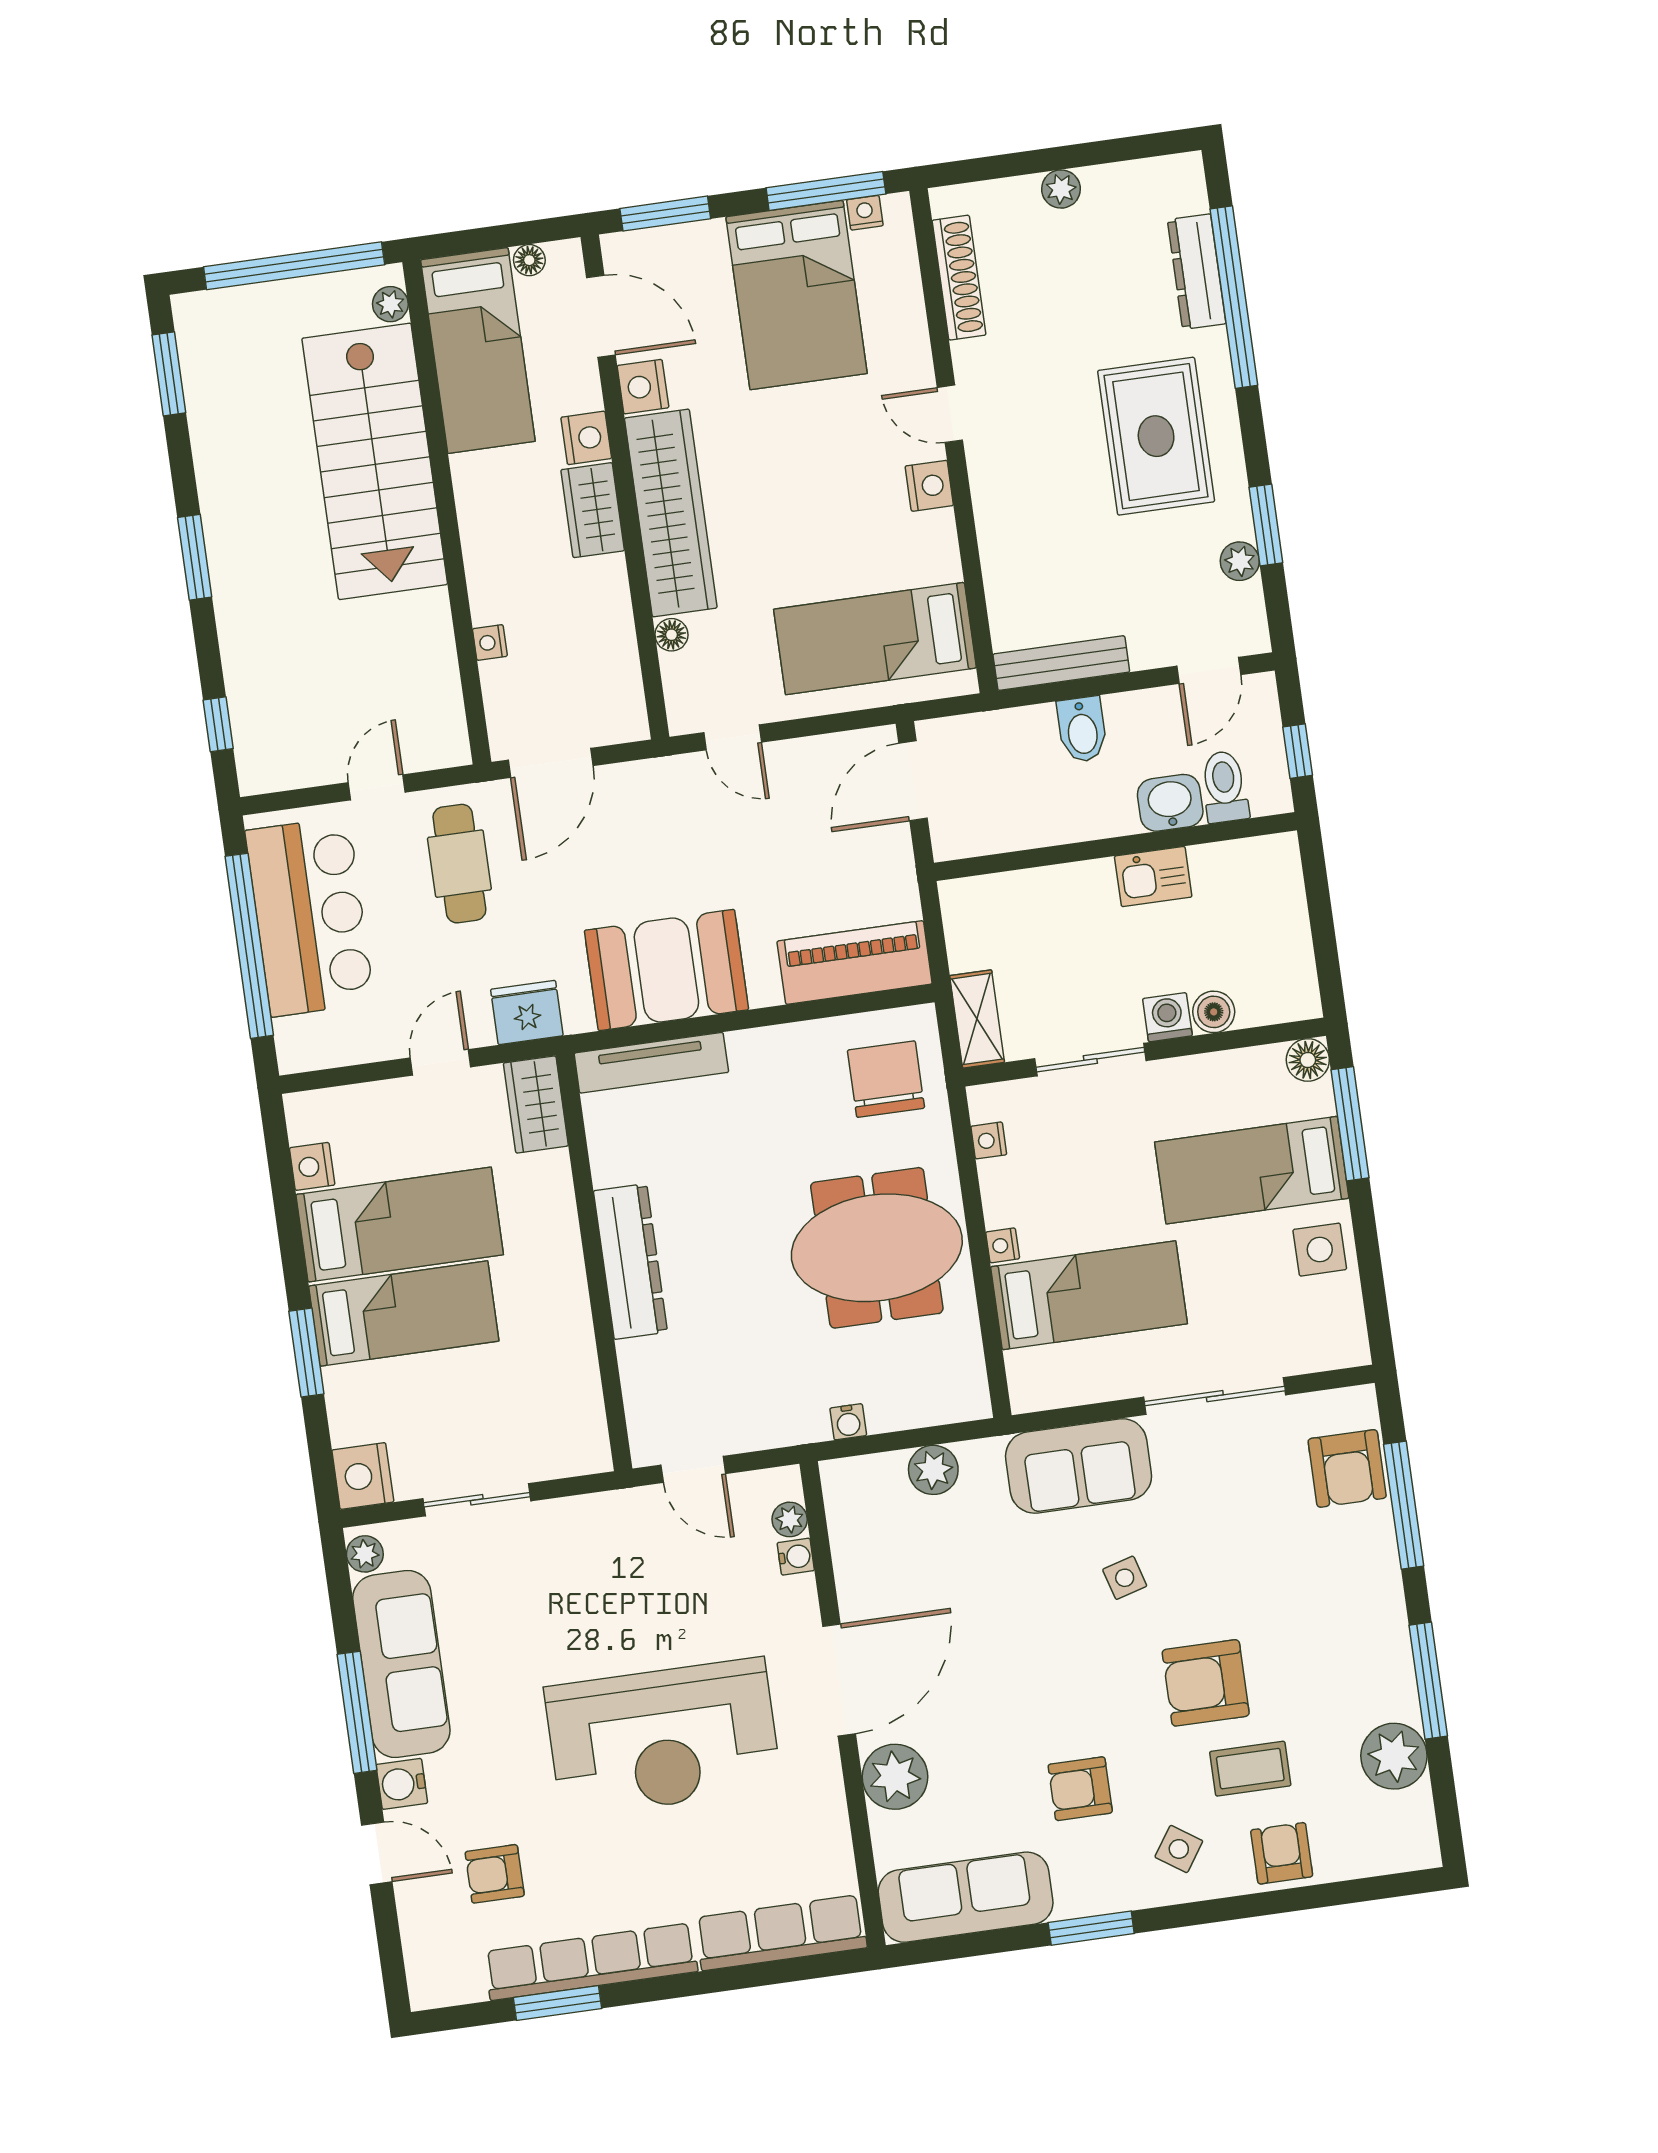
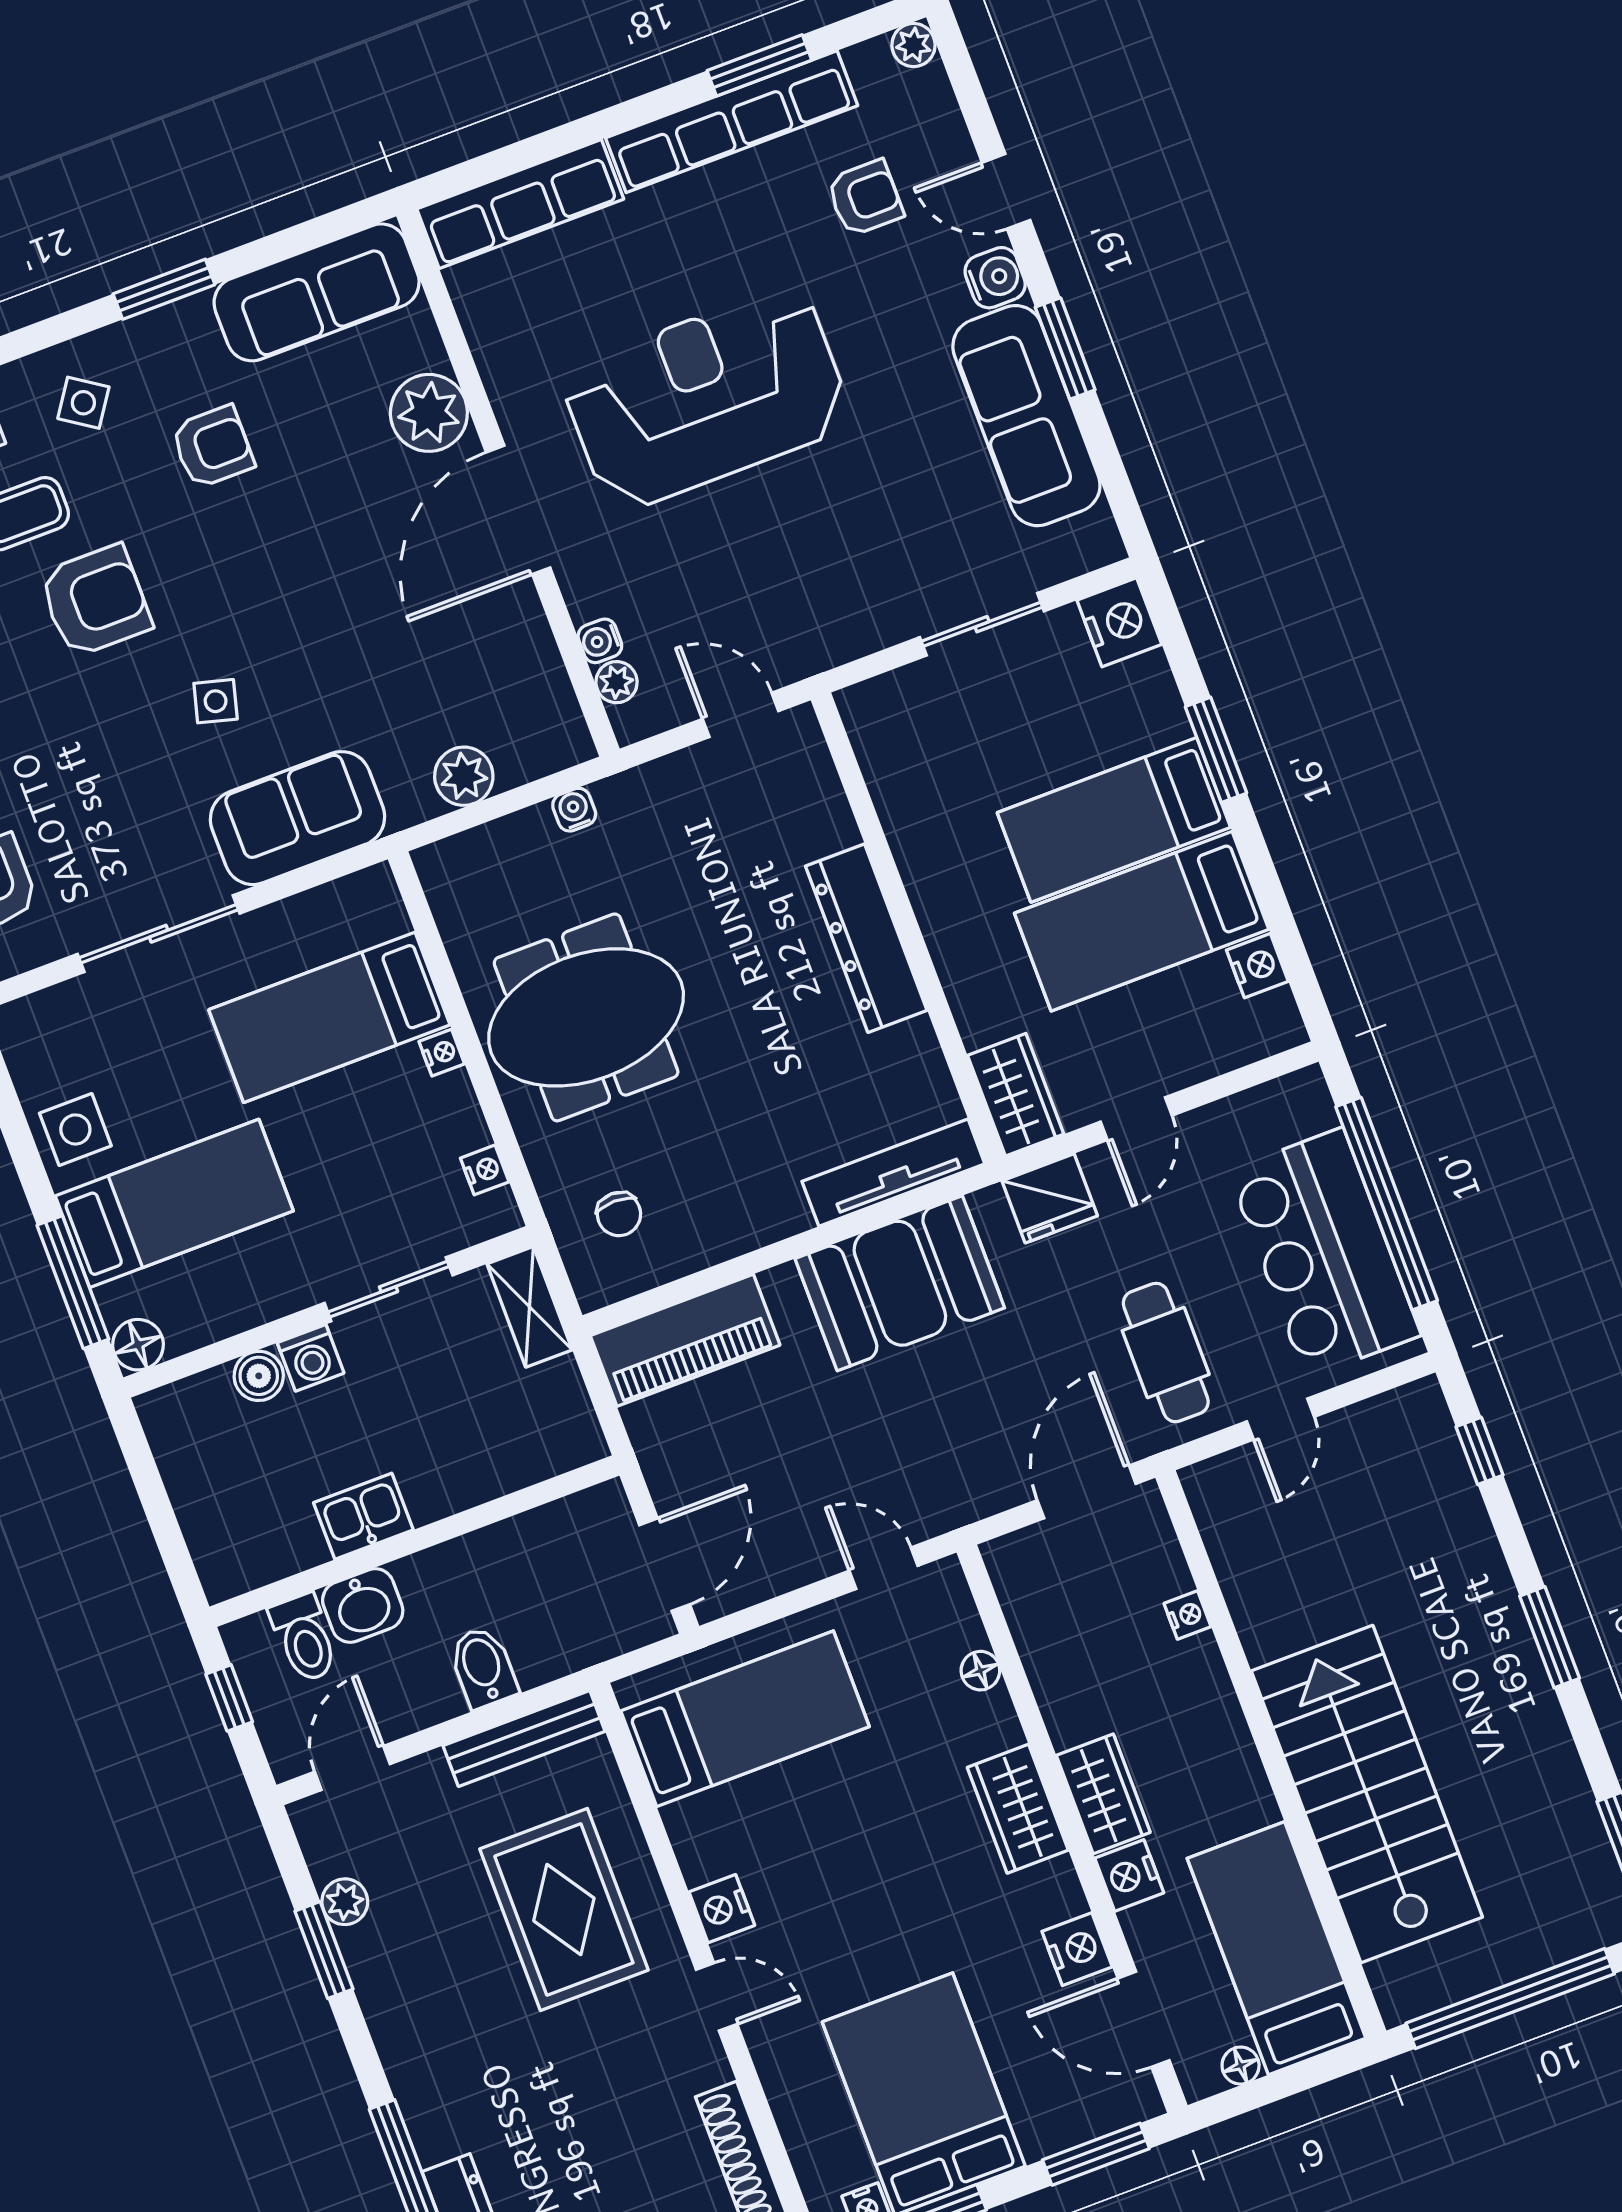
plant: (390, 304) -> (1389, 1979), removed
rug: (1156, 436) -> (564, 1910), moved
wardrobe: (671, 513) -> (1018, 1809), width x0.48, depth x0.85
chair: (886, 1079) -> (619, 1214), width x0.54, depth x0.54
plant: (365, 1554) -> (913, 45), moved
side table: (1125, 1578) -> (216, 701), turned 31
window: (357, 1712) -> (1065, 349), width x0.69

